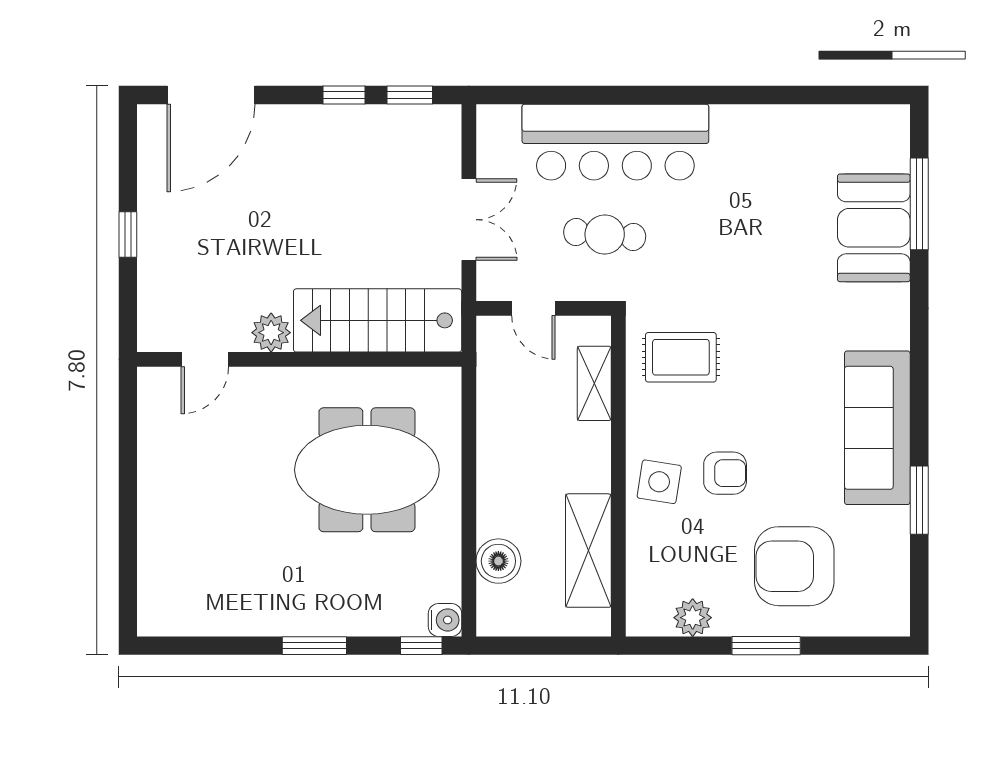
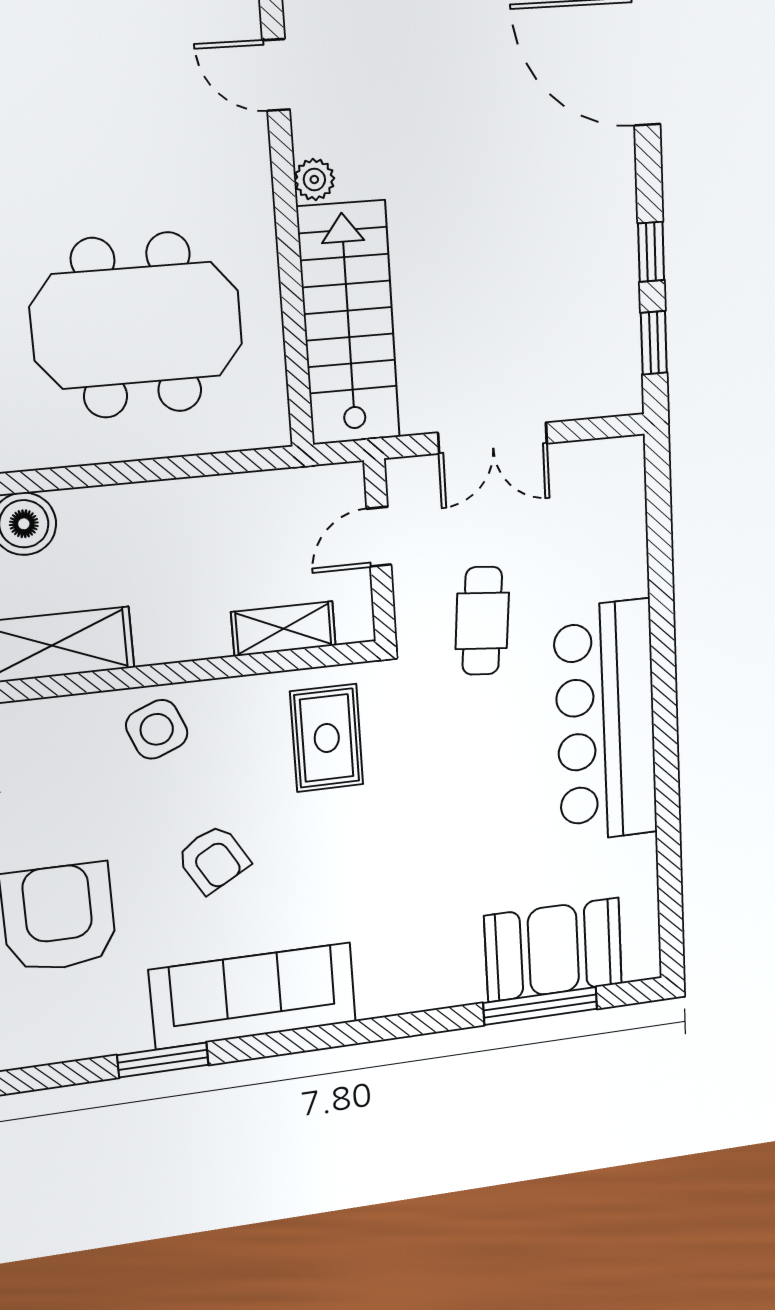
bar counter: (615, 142) -> (606, 722), moved
booth: (874, 228) -> (553, 950), moved
plant: (271, 333) -> (314, 180), width x0.73, depth x0.73
meeting table: (367, 470) -> (137, 325), turned 90
armchair: (725, 473) -> (213, 859), moved, turned -30
side table: (659, 482) -> (157, 729), turned -31

